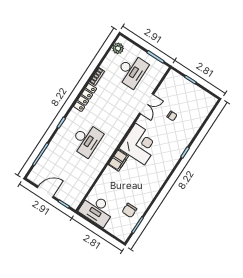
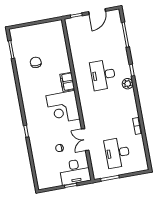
plant: (118, 48) -> (128, 84), moved
locker: (85, 97) -> (132, 103), removed
desk: (97, 210) -> (75, 172), moved, turned 180
chair: (129, 210) -> (36, 62), moved

